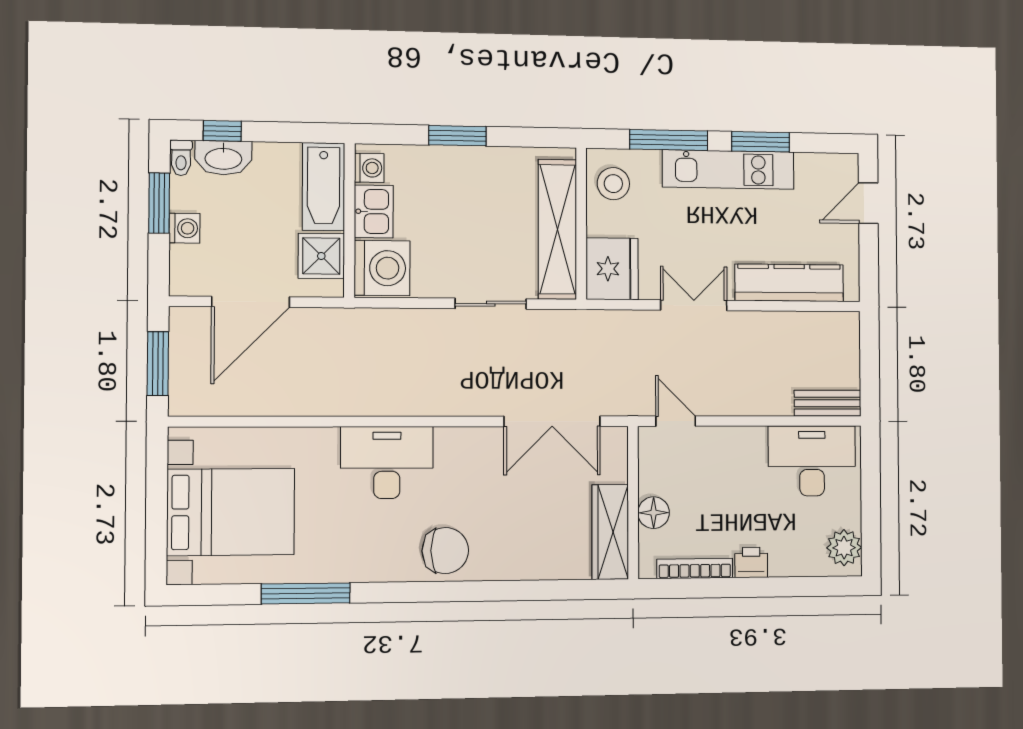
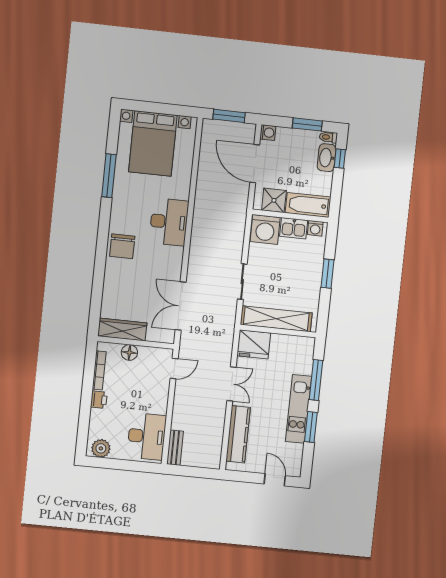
stool: (613, 184) -> (297, 349), removed
washing machine: (184, 228) -> (268, 133), moved, turned -90

